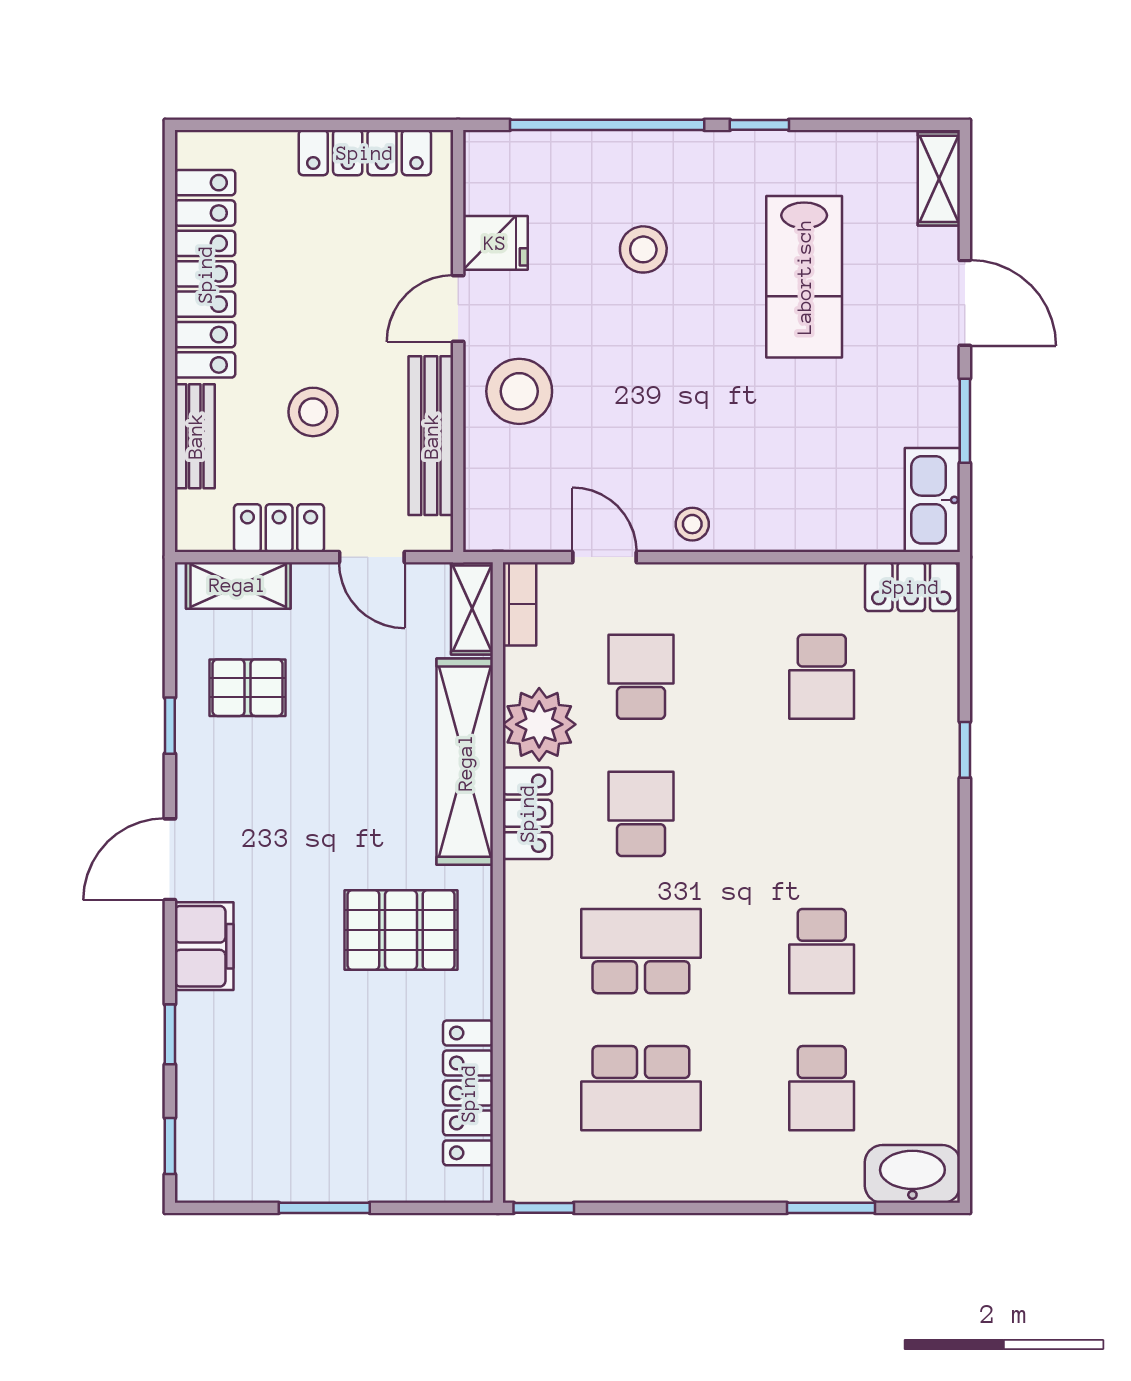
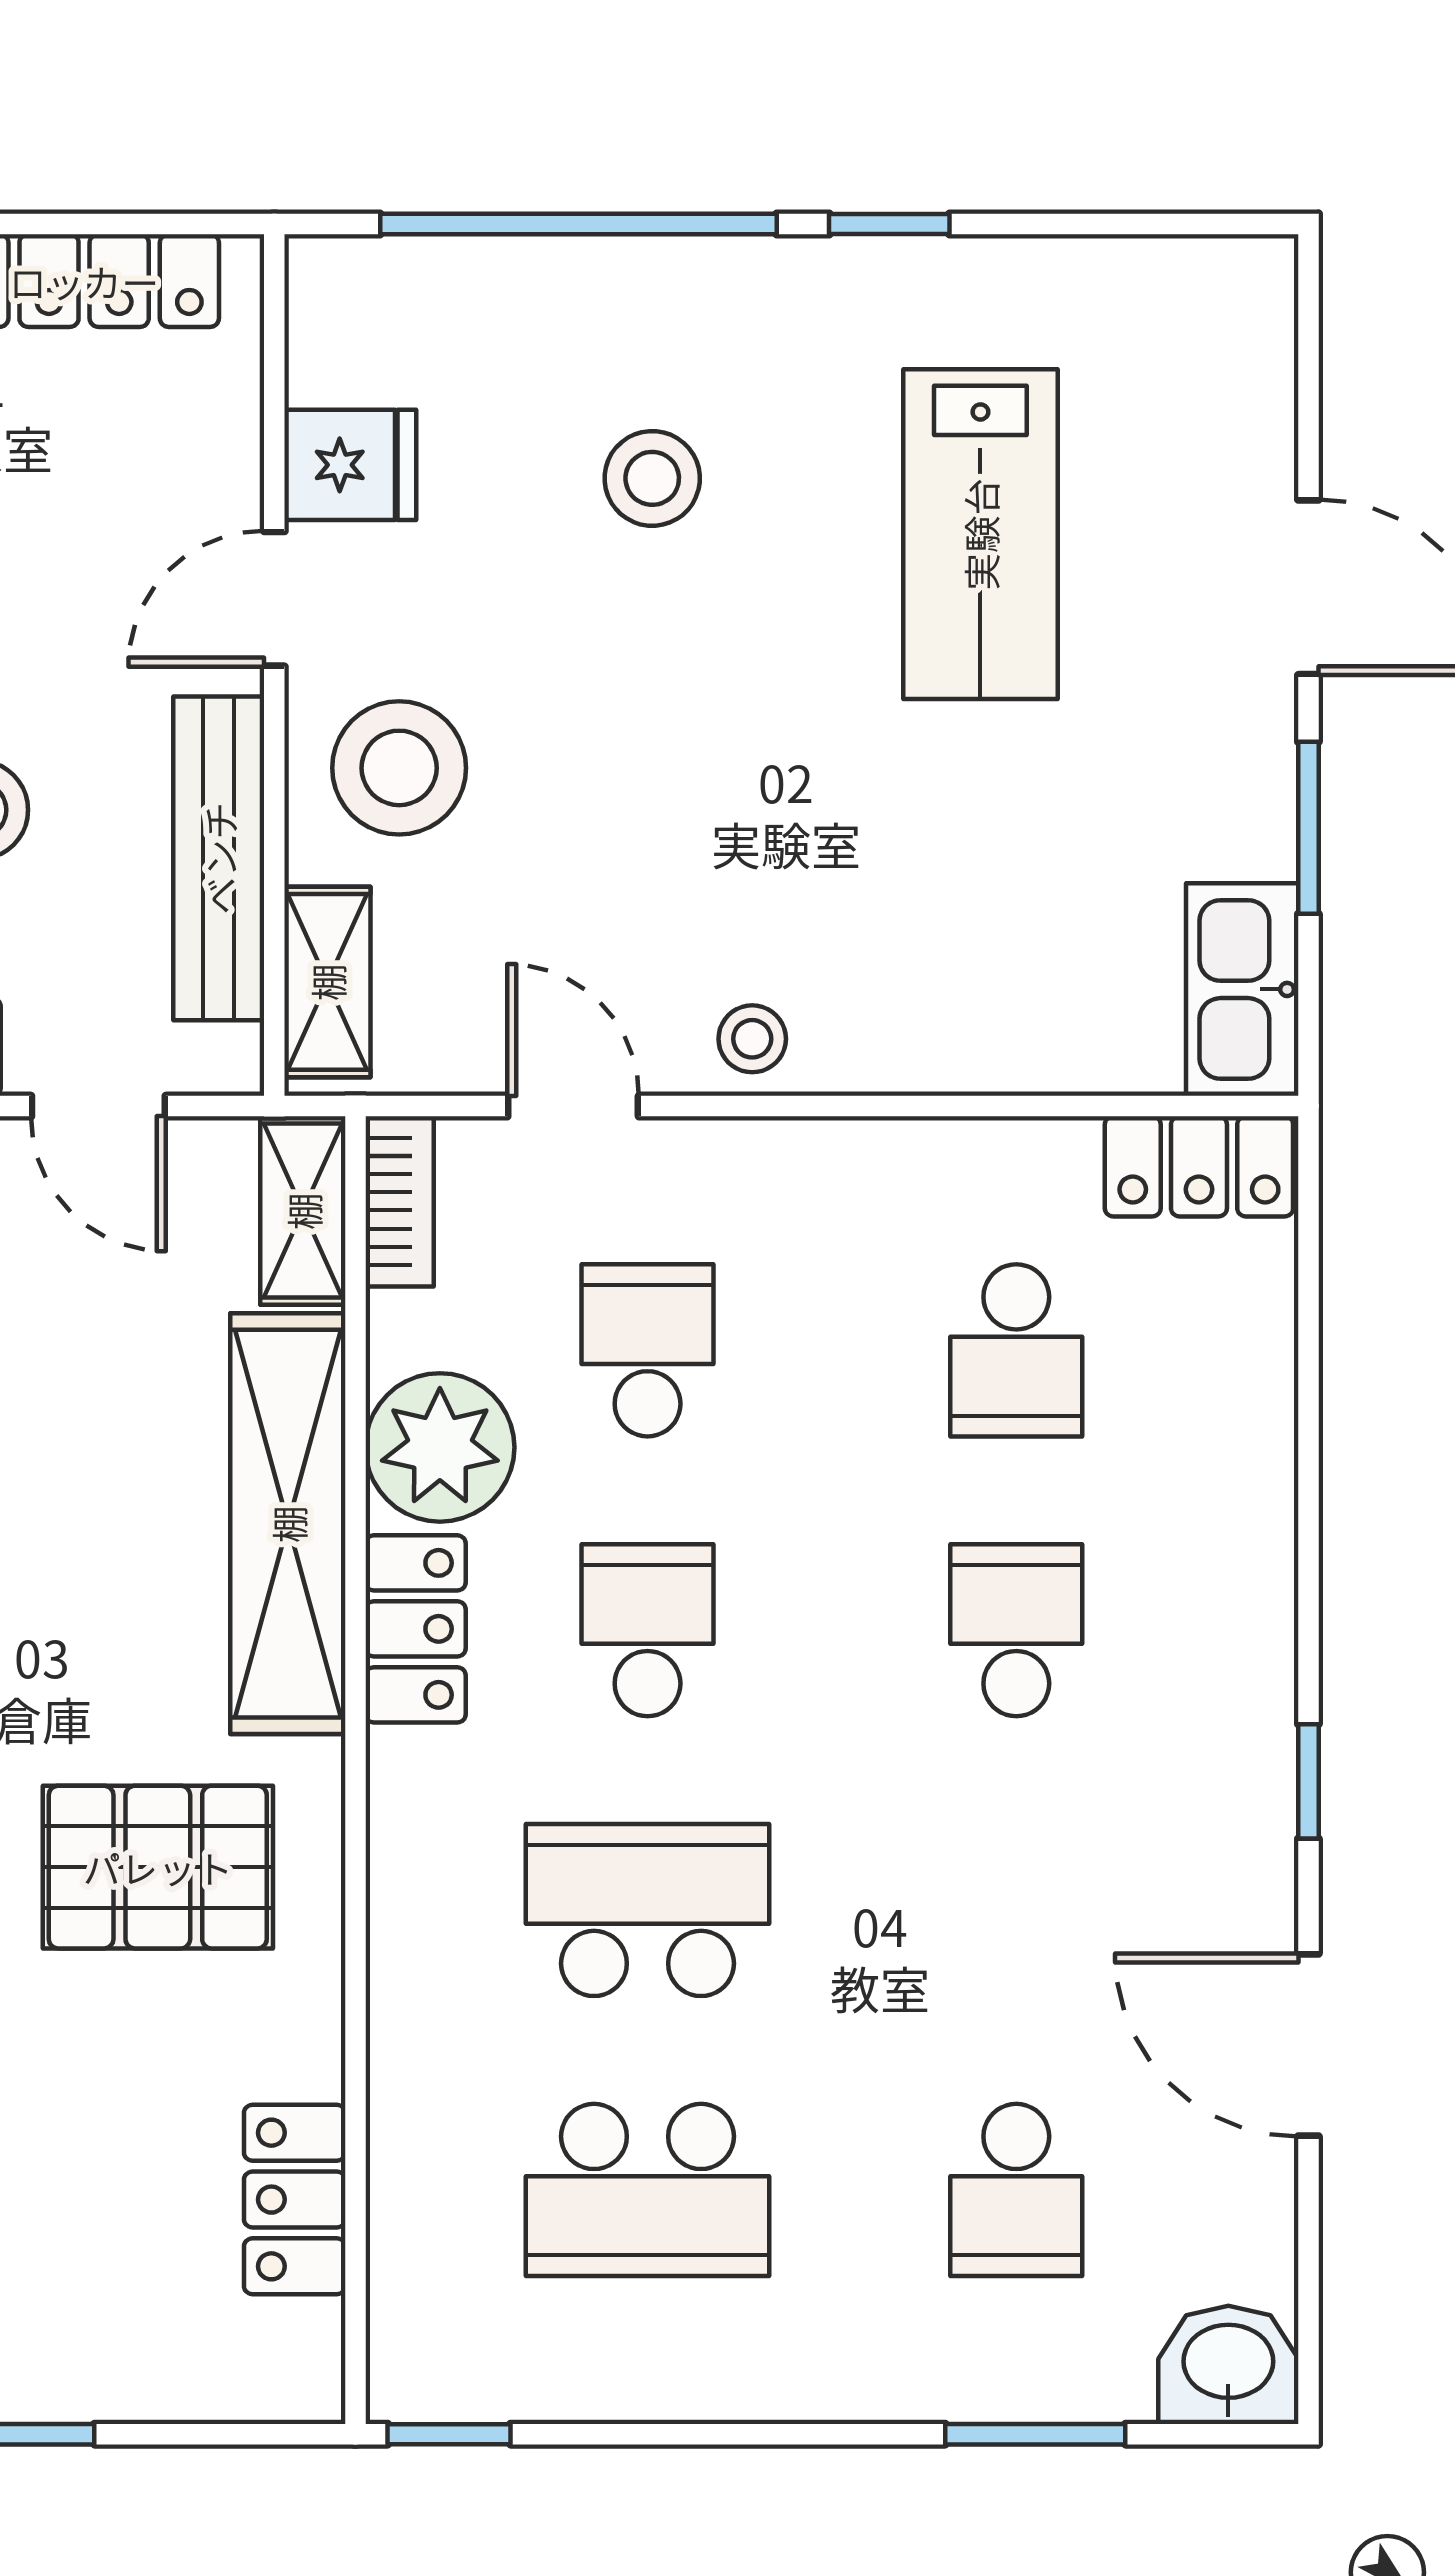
shelving: (939, 179) -> (327, 982), moved
window: (965, 750) -> (1308, 1781), moved
school desk: (822, 951) -> (1016, 1630), moved, turned 180
door: (965, 1017) -> (1308, 2045), added
locker: (468, 1093) -> (295, 2200), width x0.66
washbasin: (912, 1174) -> (1228, 2365), width x0.72

